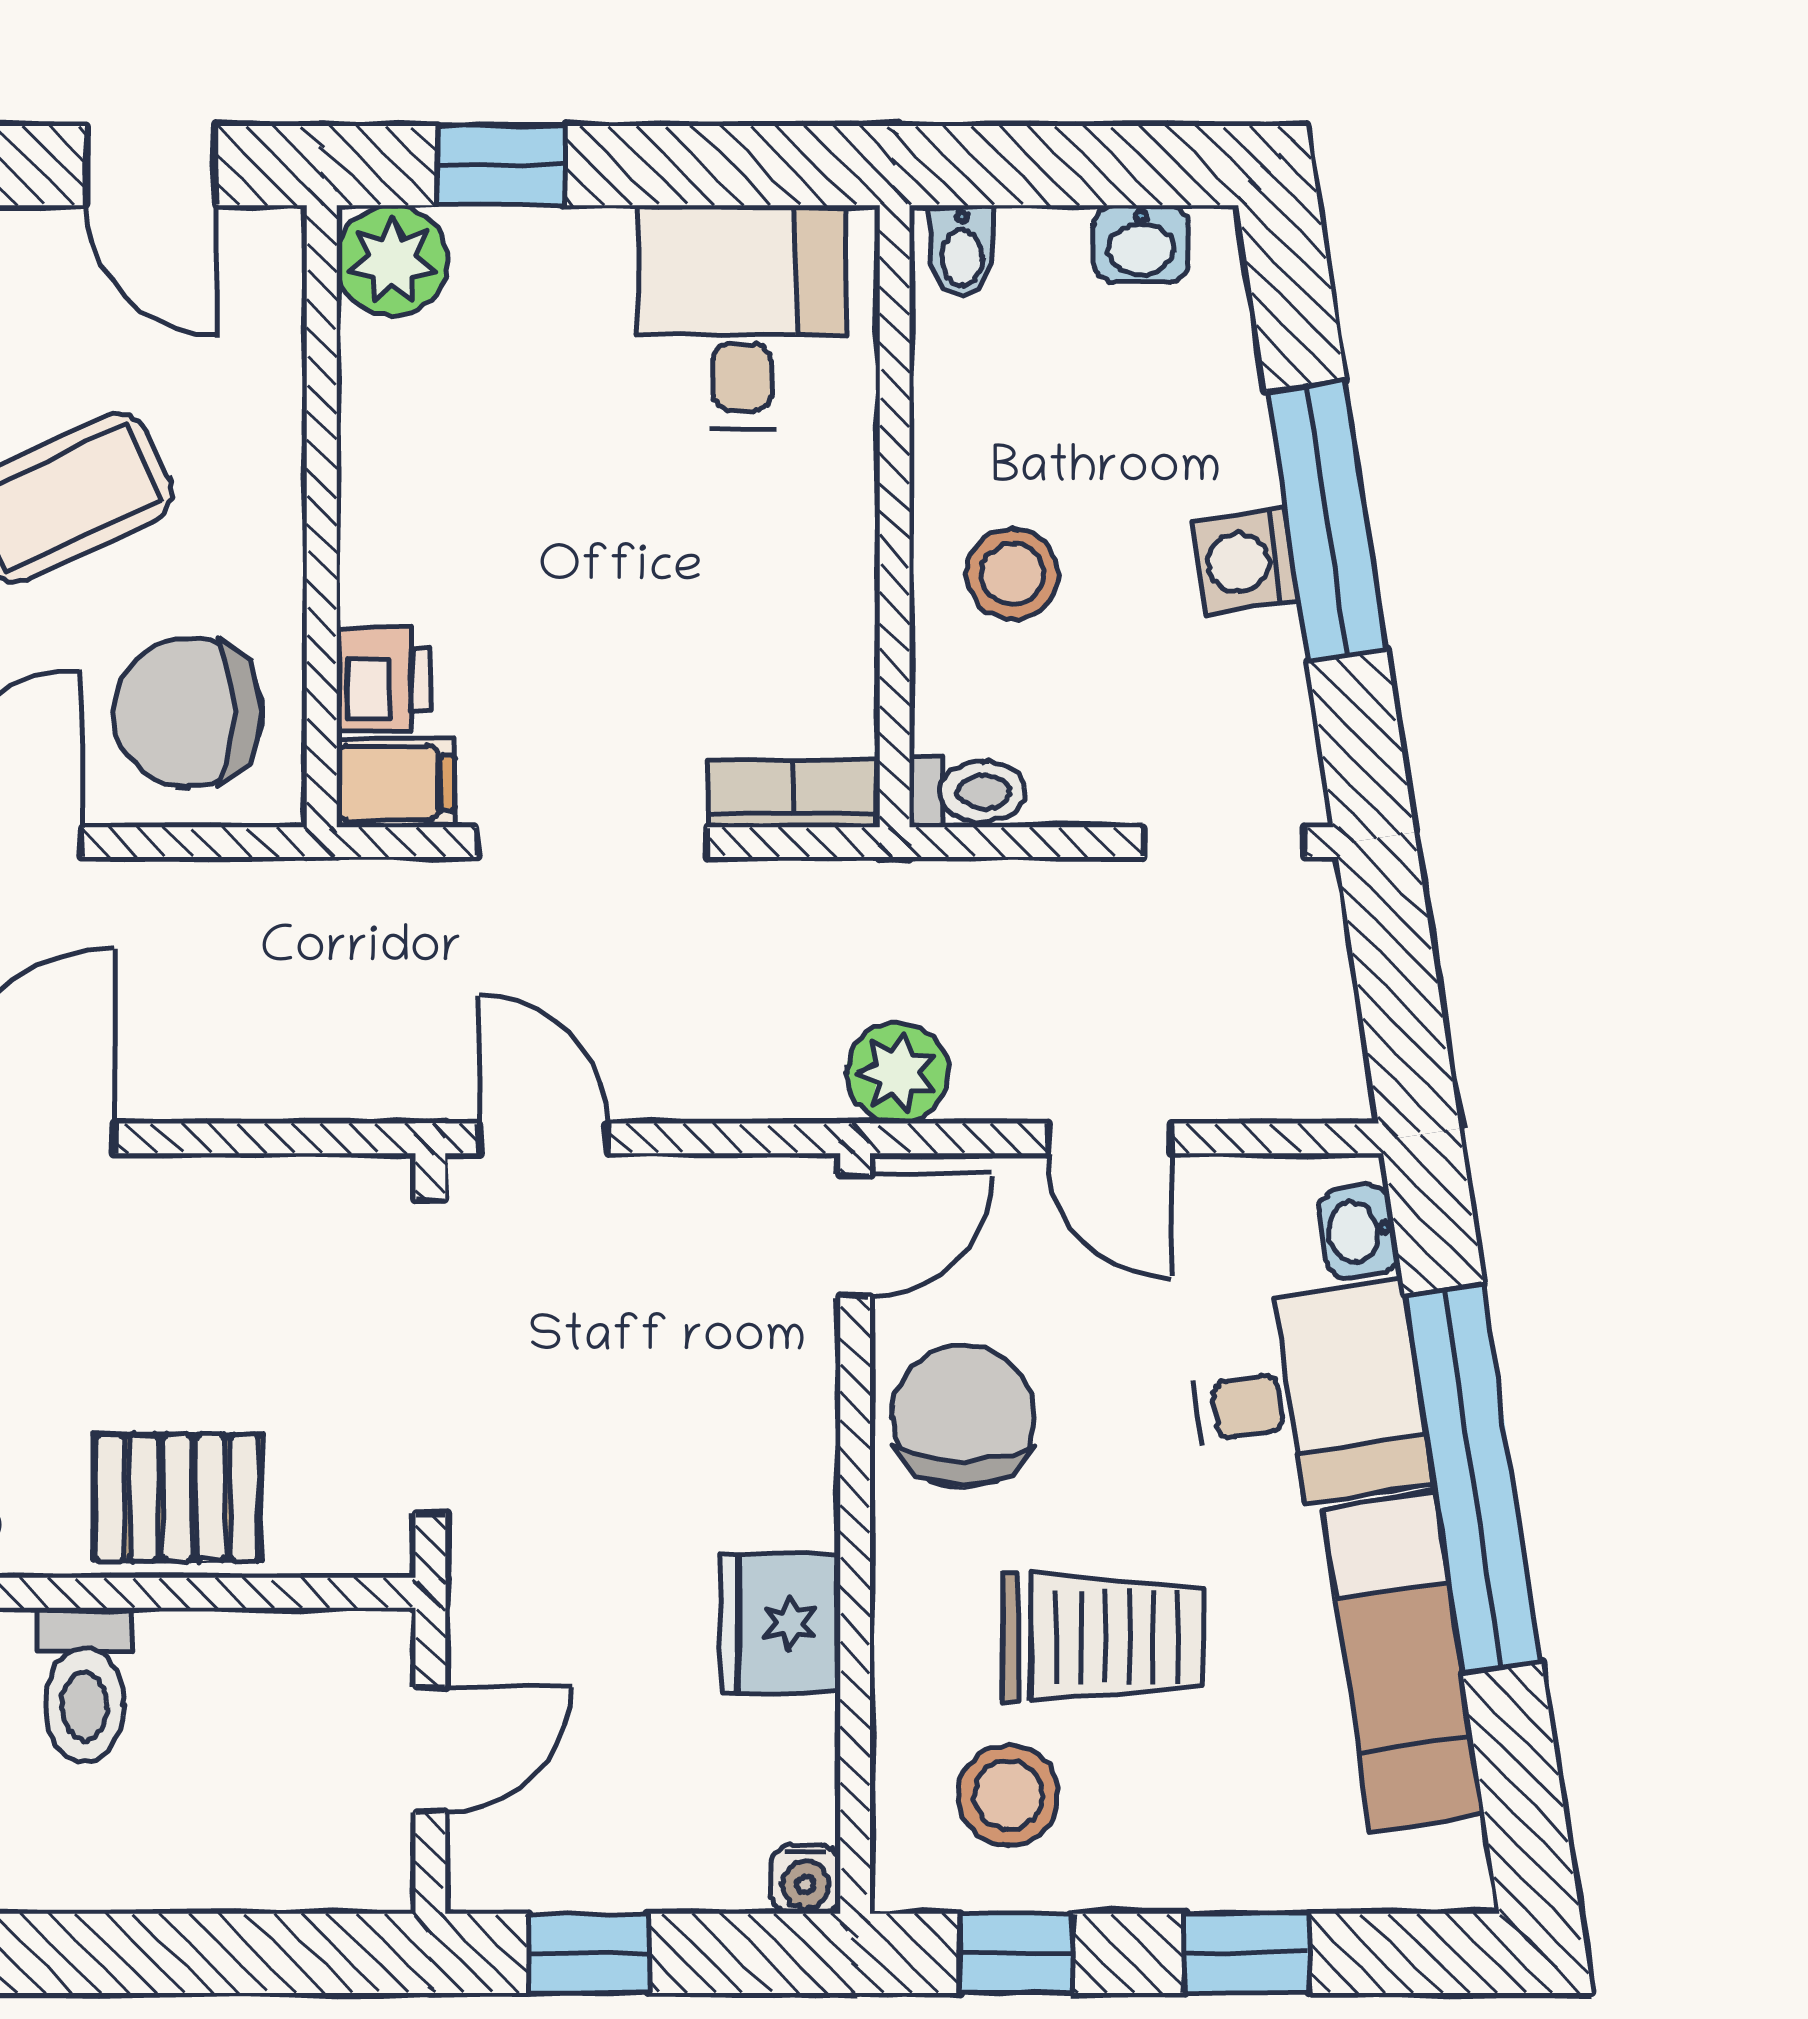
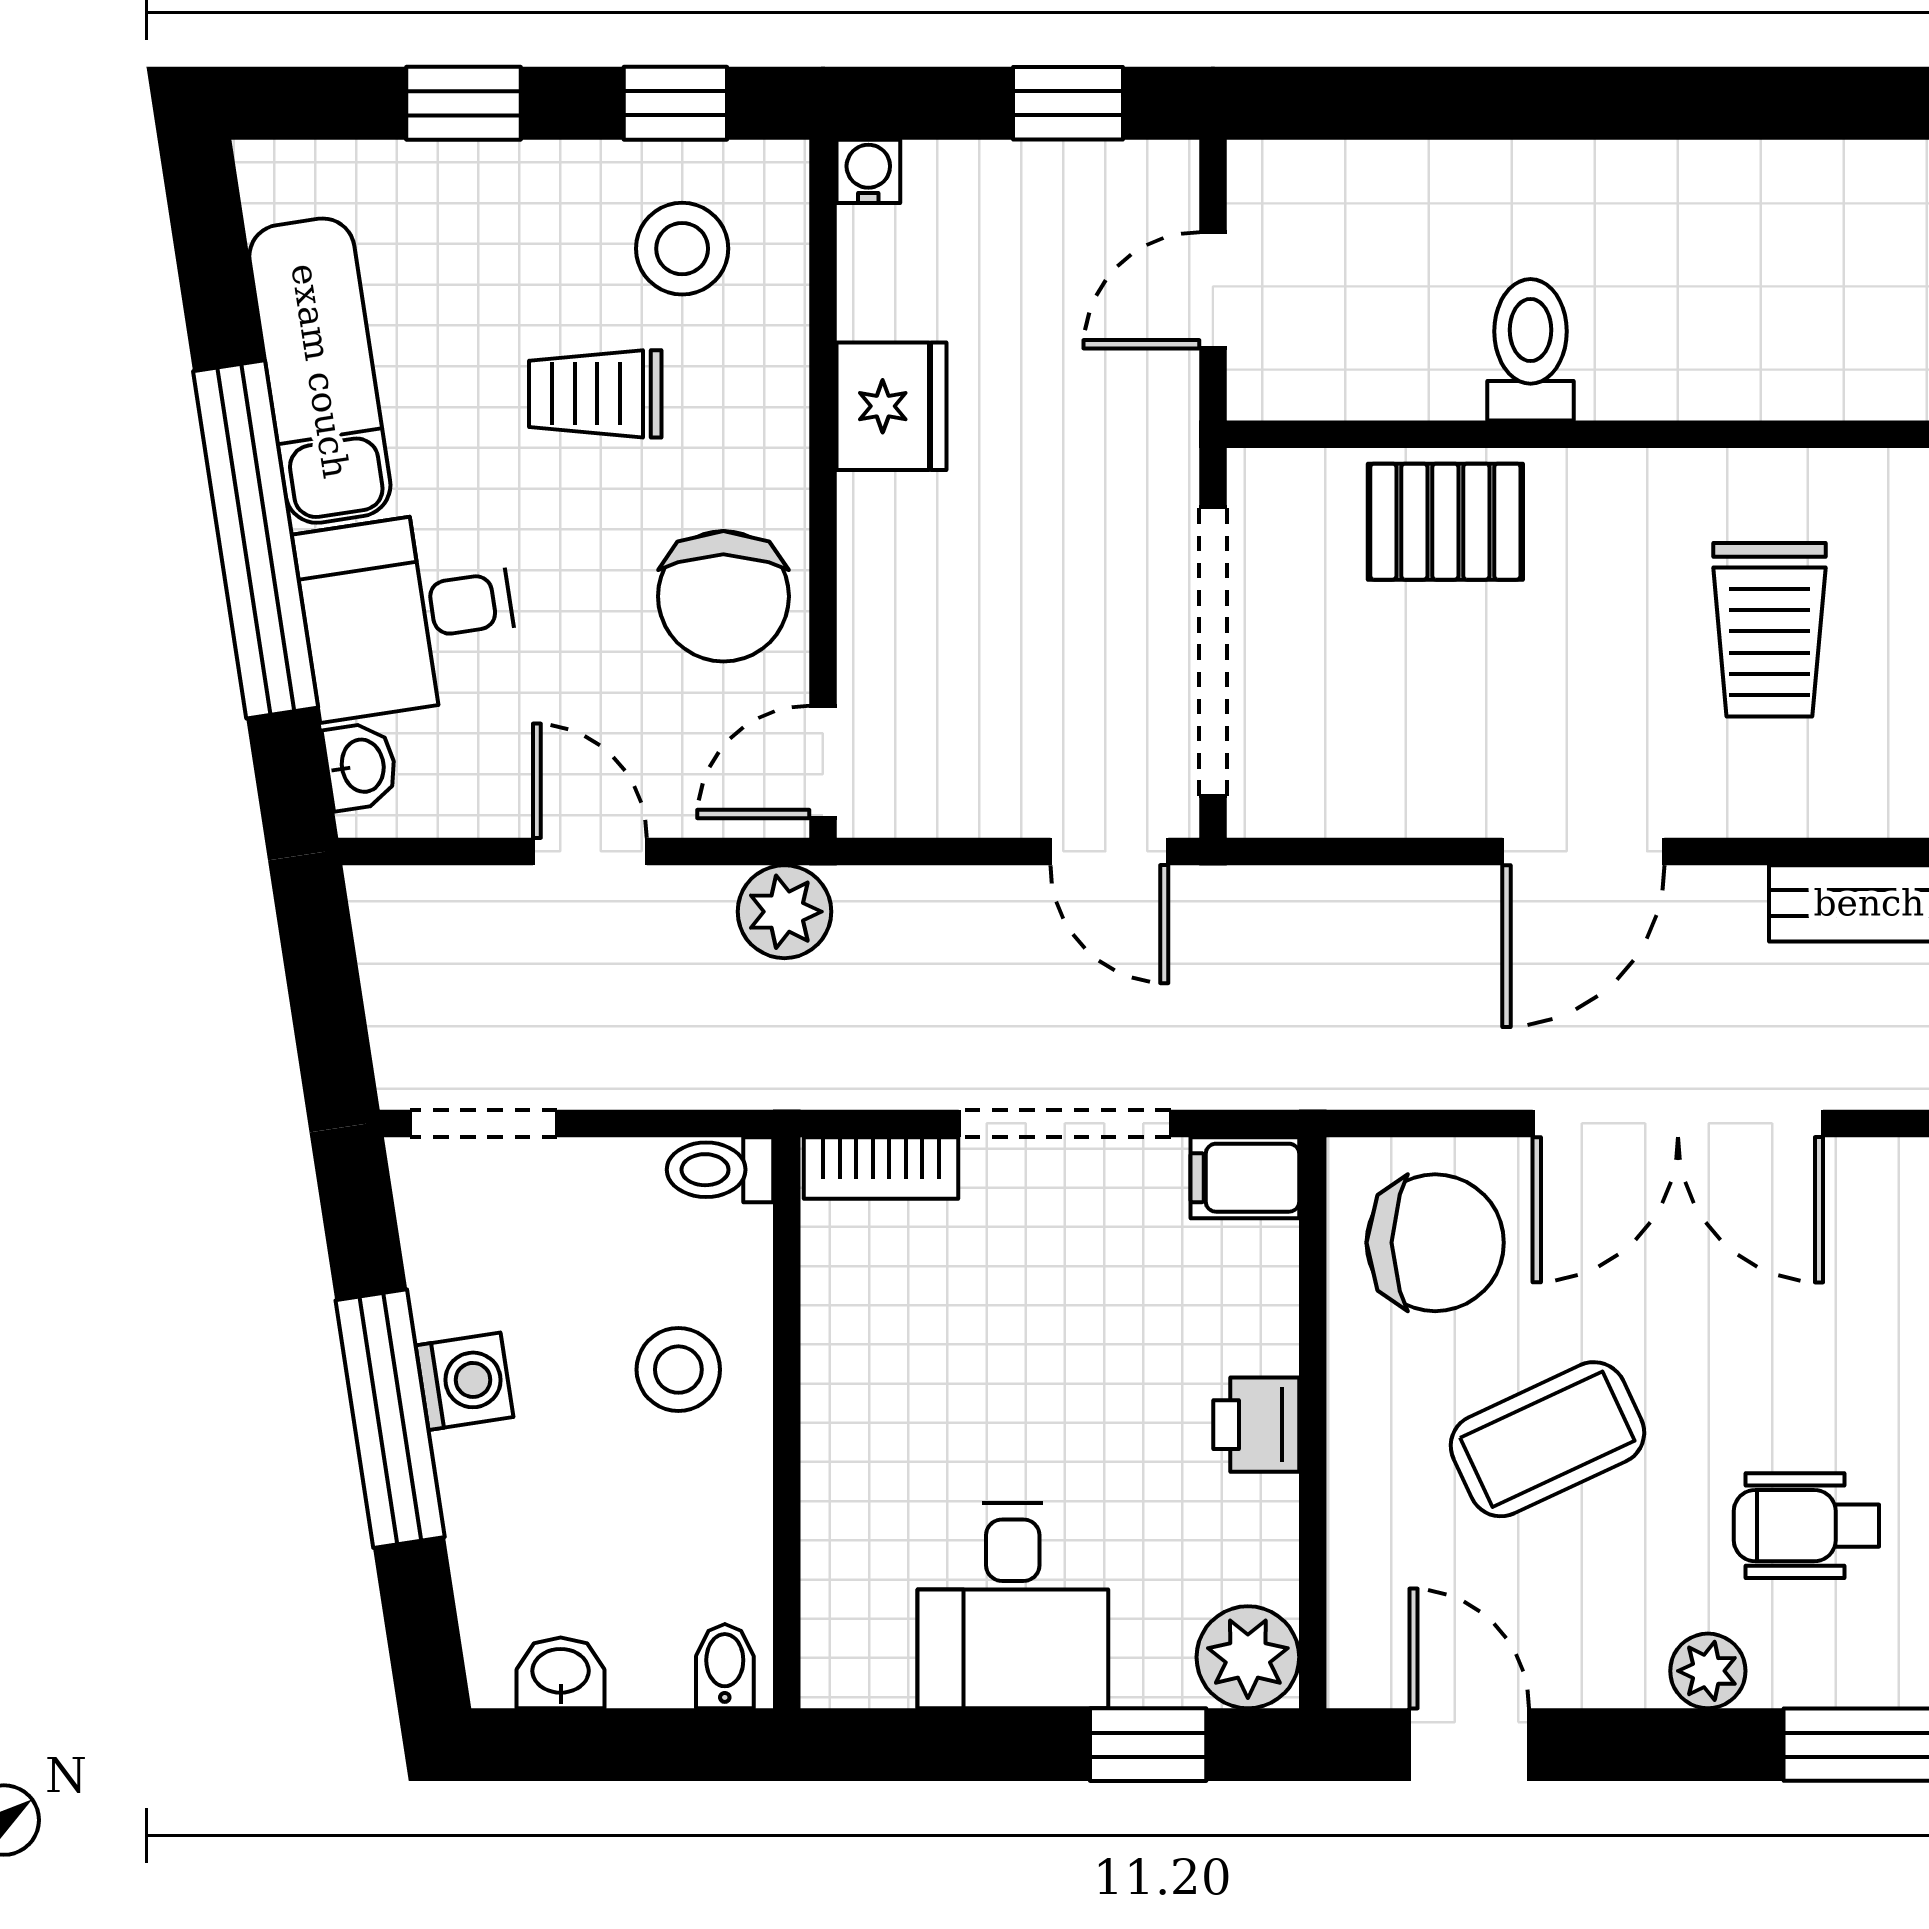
desk: (742, 317) -> (1013, 1606), moved
printer: (383, 679) -> (1256, 1425), moved
trolley: (1103, 1637) -> (595, 394), width x0.73, depth x0.72

